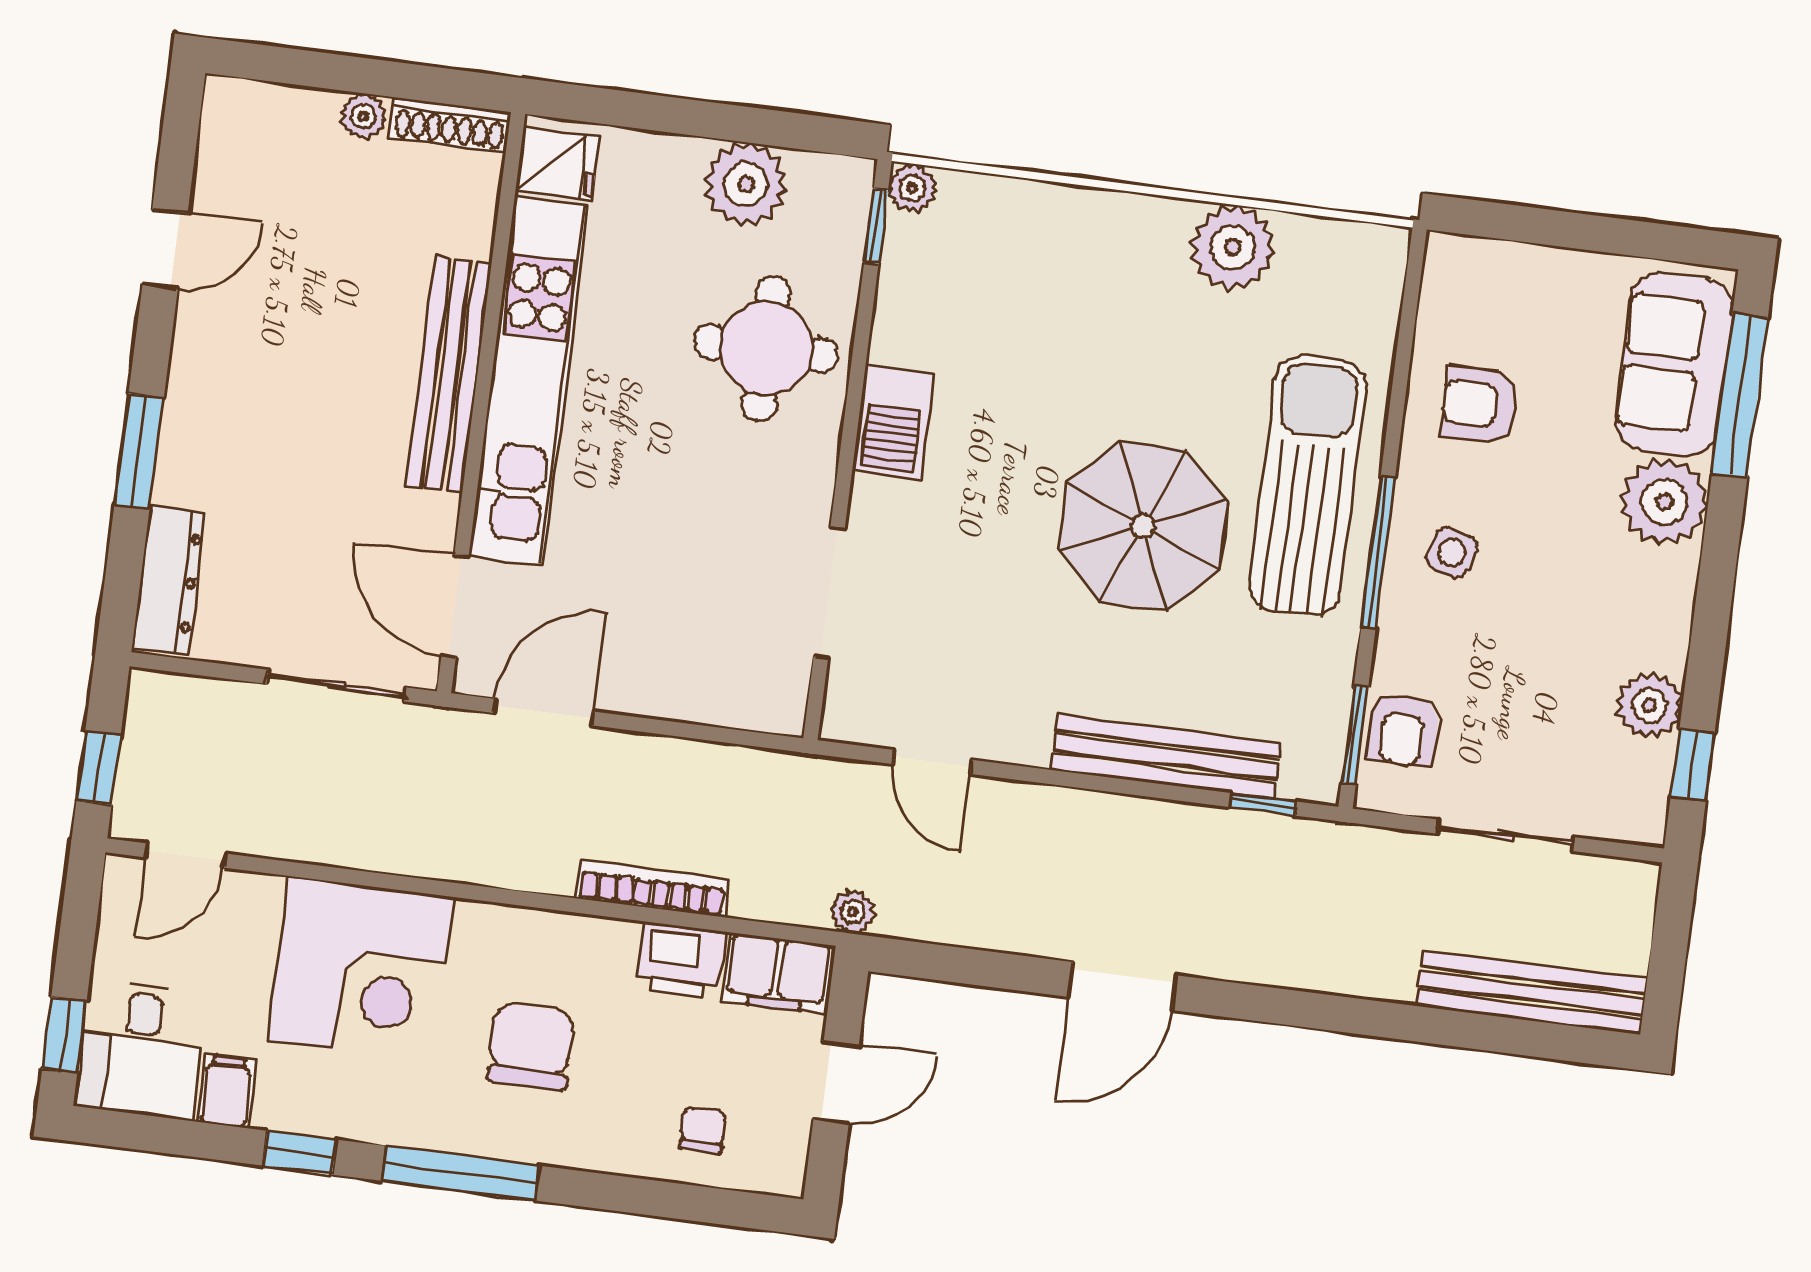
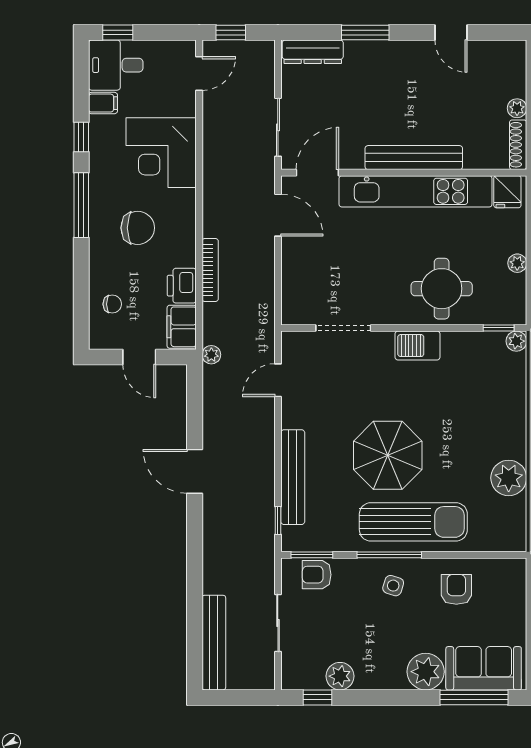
plant: (746, 184) -> (517, 263), width x0.53, depth x0.53
door: (185, 855) -> (199, 73), swing flipped

